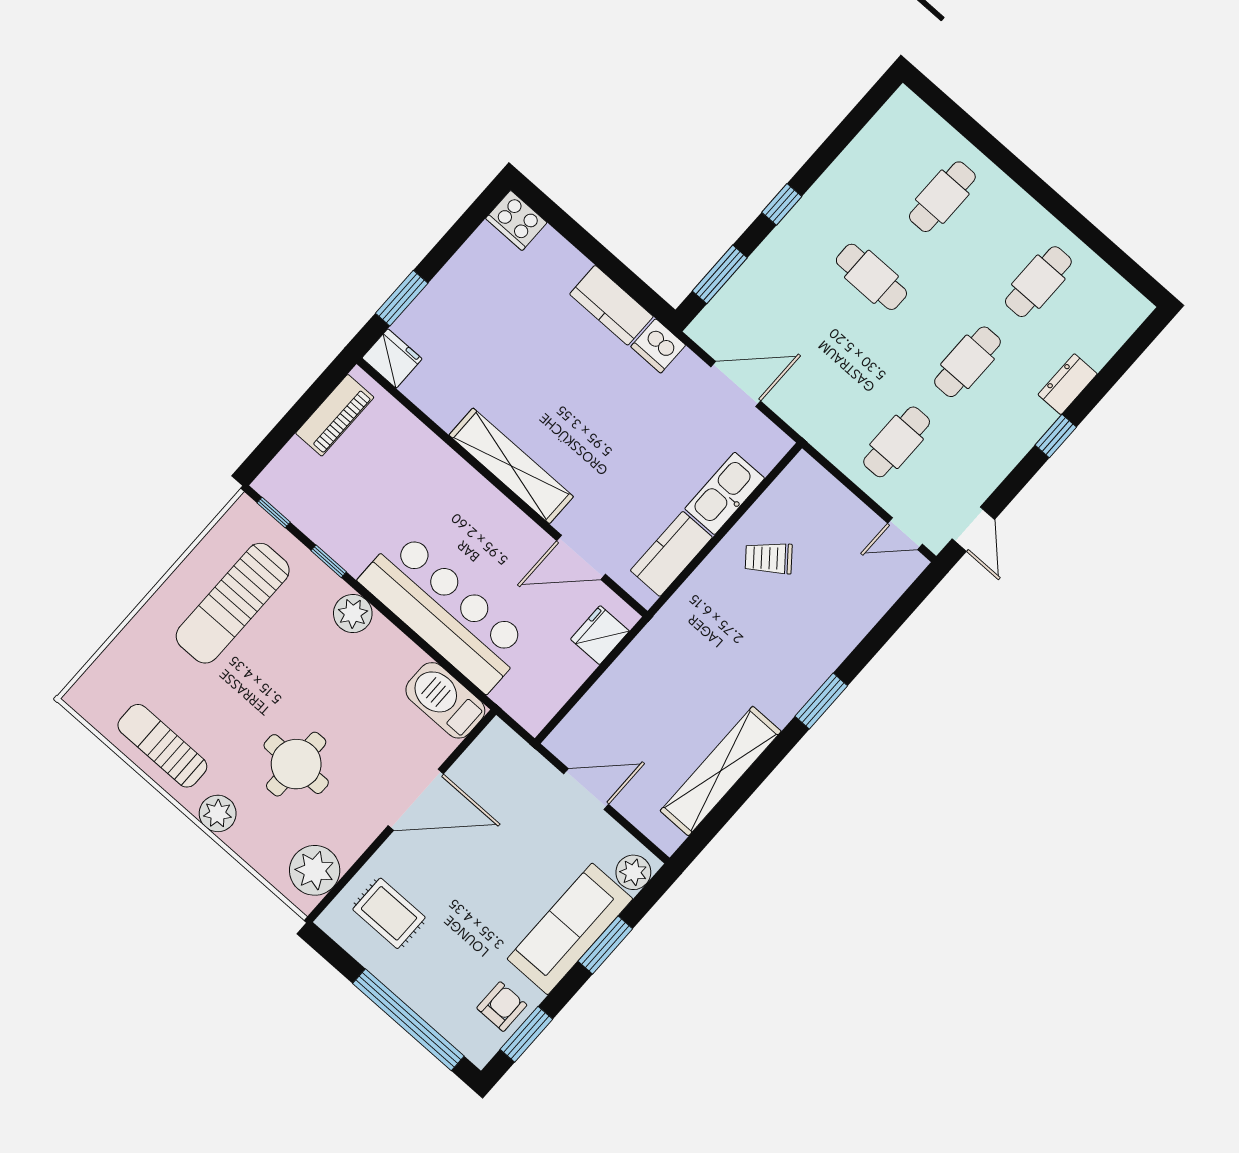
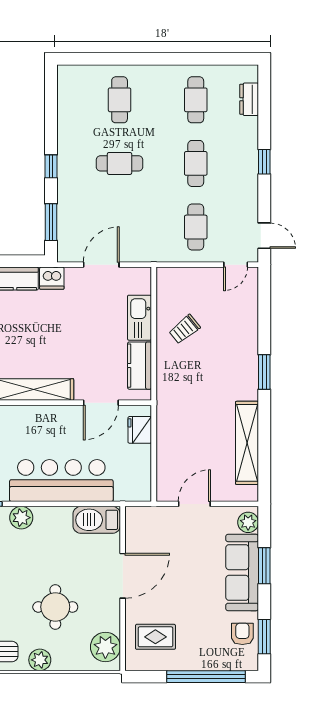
dresser: (1068, 384) -> (249, 99), moved

